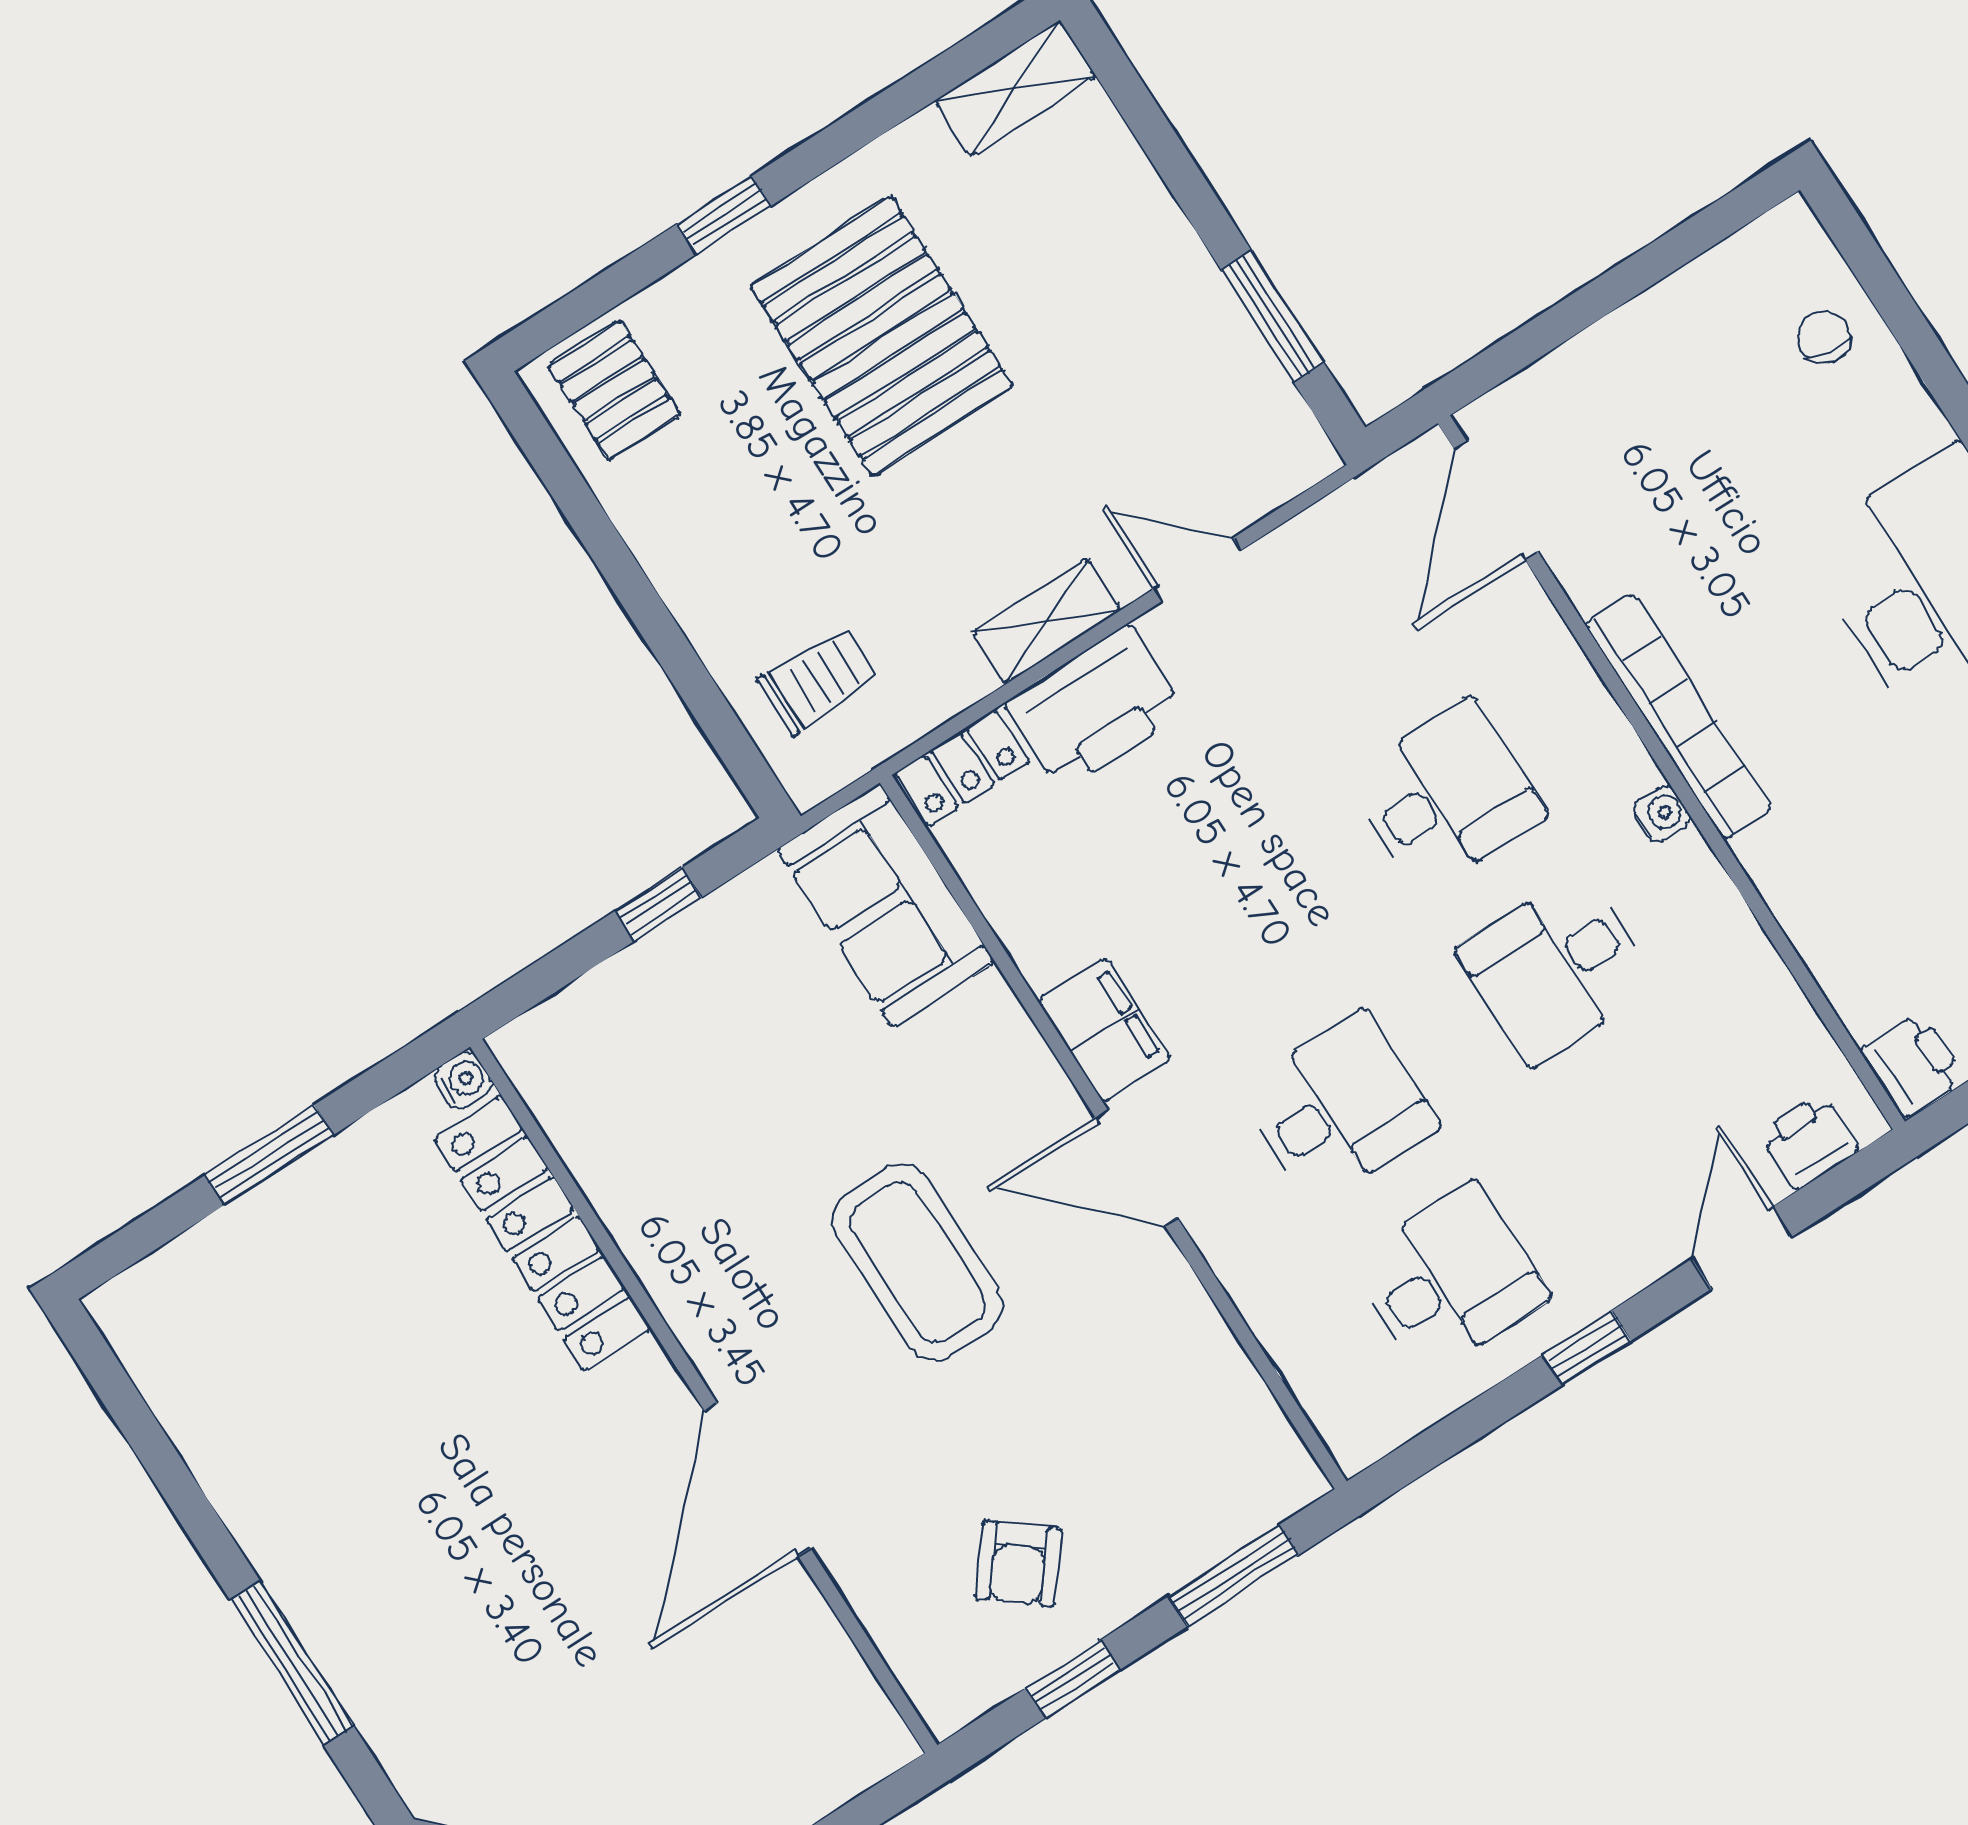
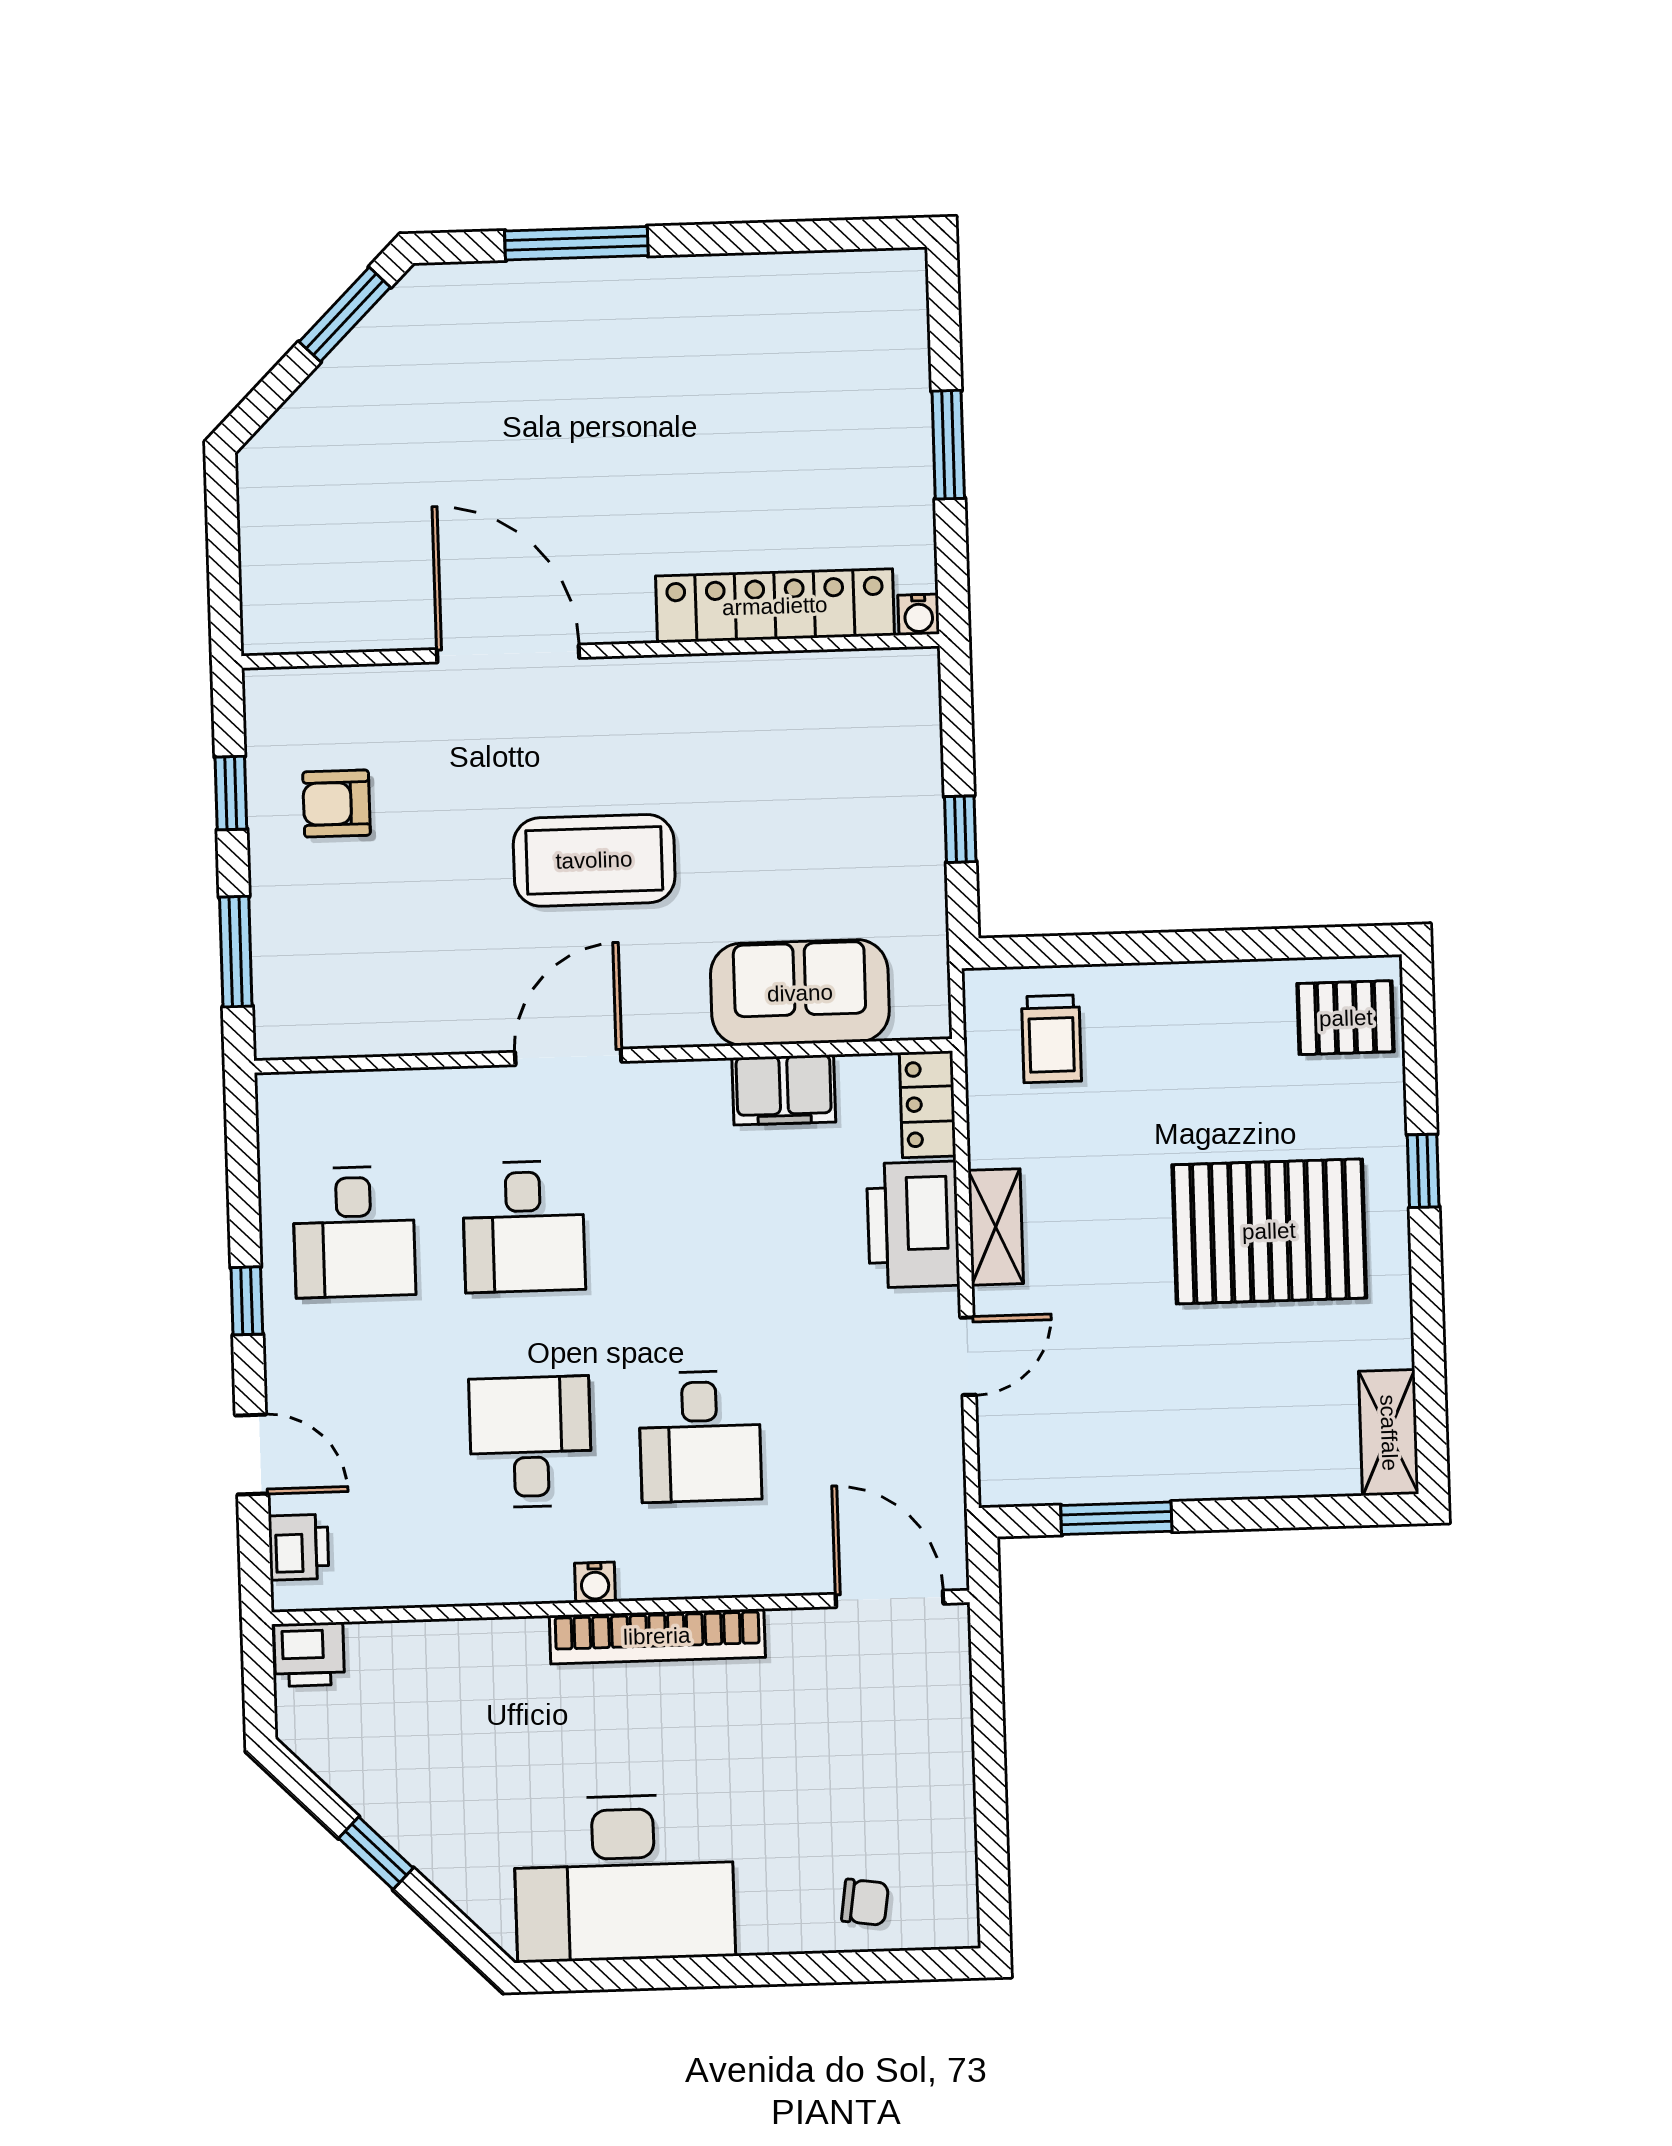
sofa: (886, 906) -> (800, 993), moved
filing cabinet: (1104, 1030) -> (784, 1090), moved
armchair: (1018, 1563) -> (336, 804), turned -39

